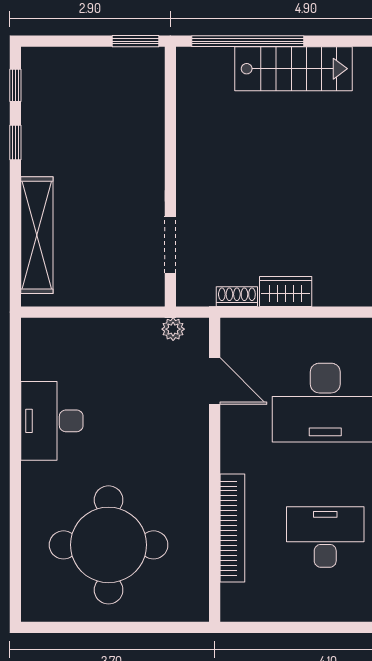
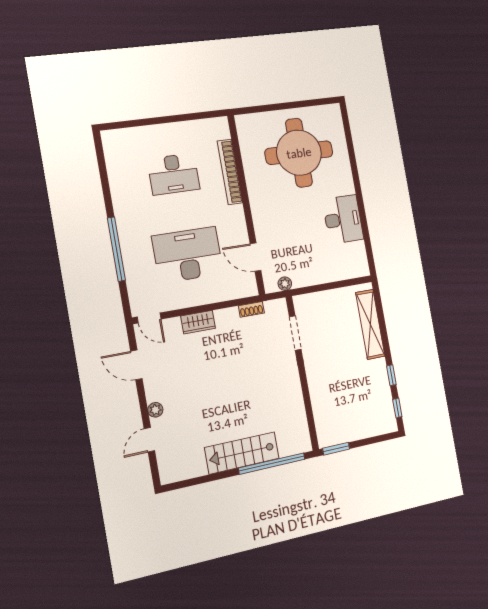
wardrobe: (286, 291) -> (198, 322), moved

